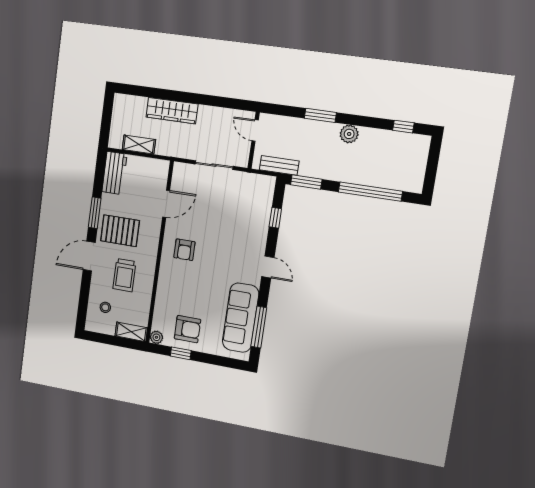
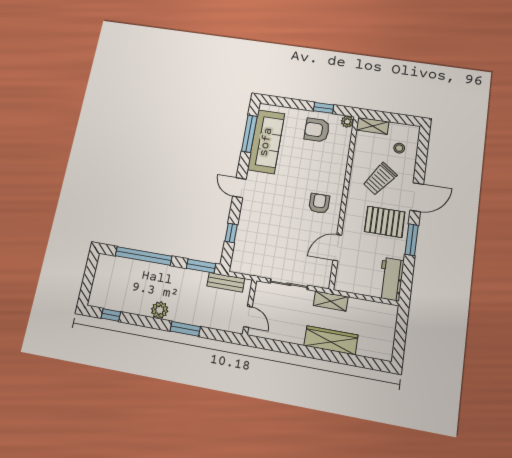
shelving: (139, 144) -> (331, 301), moved
trolley: (124, 275) -> (380, 179), turned -144

